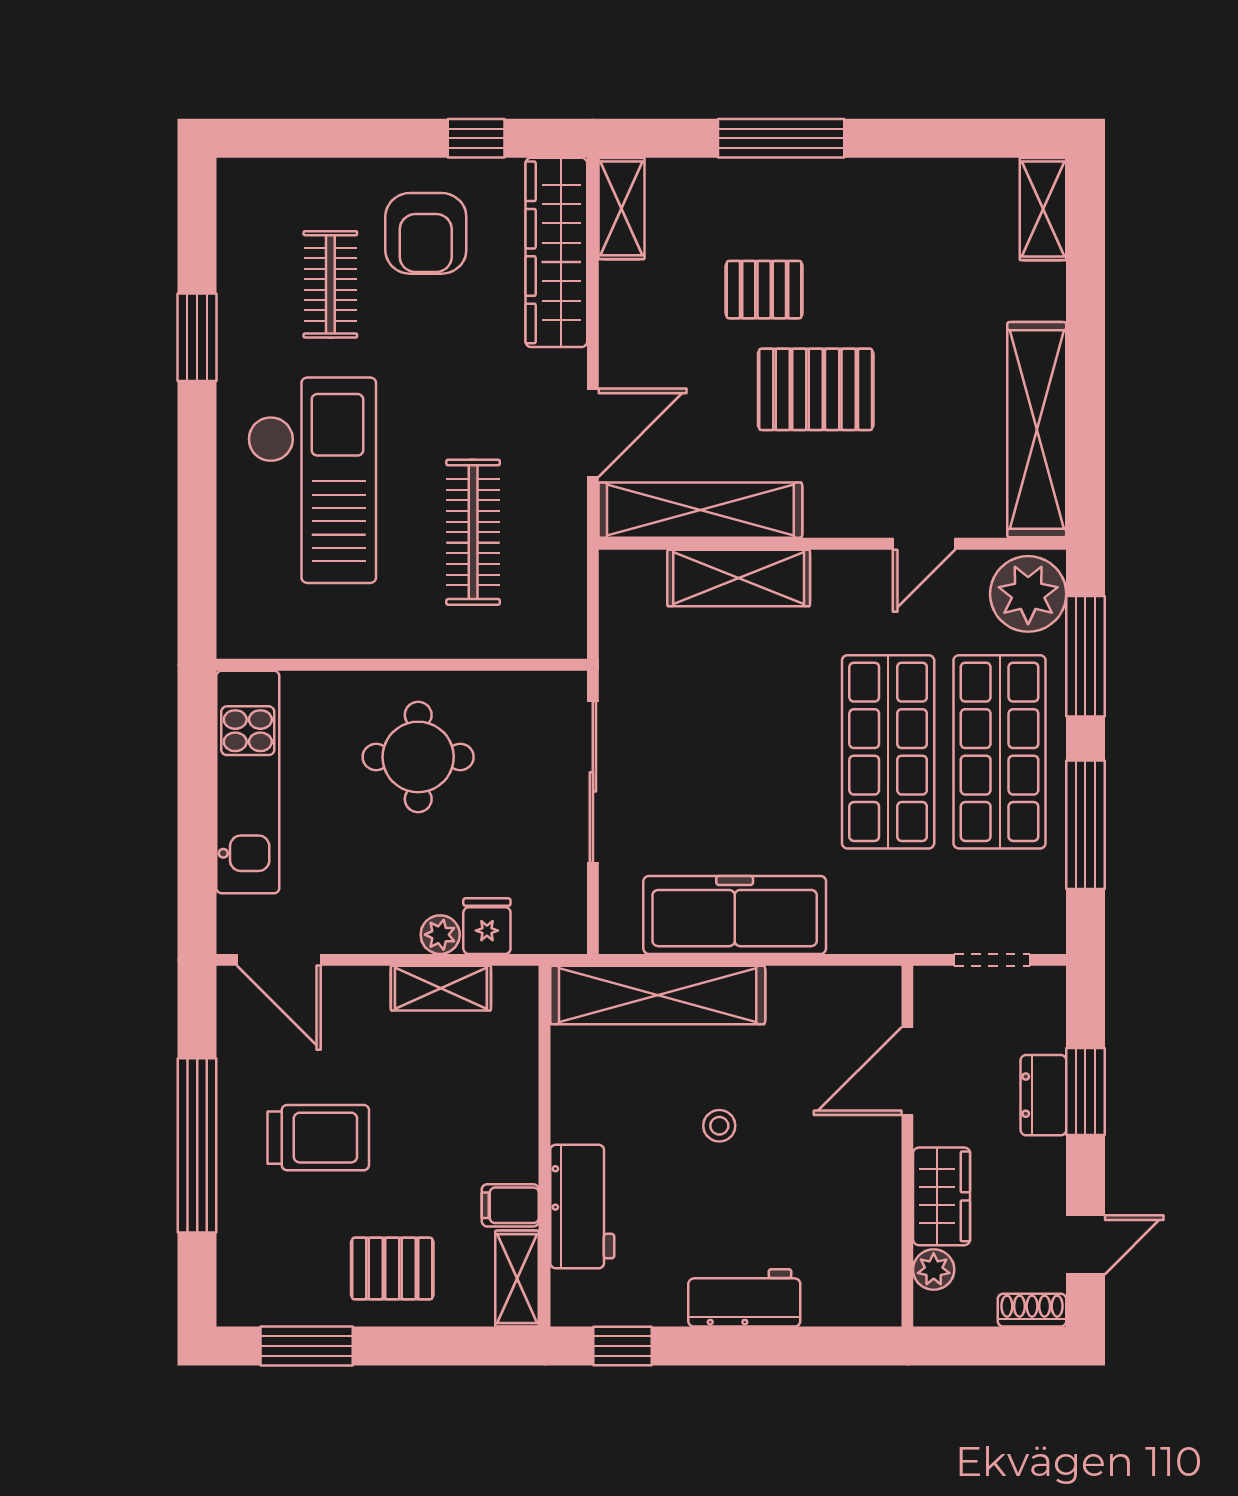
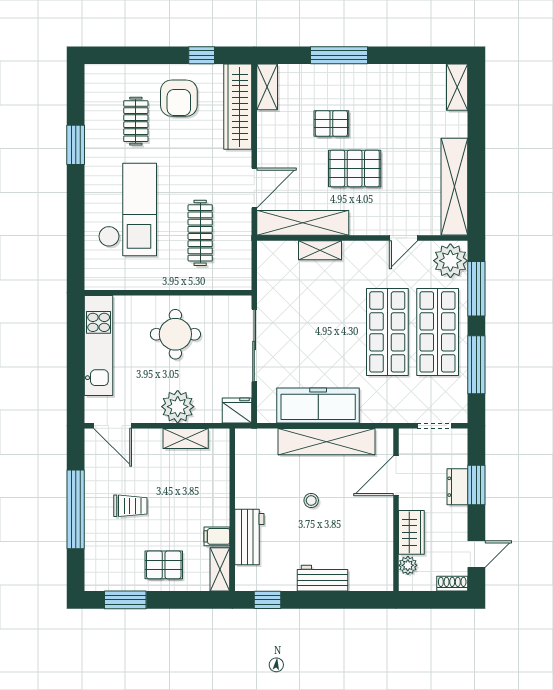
shelving: (739, 578) -> (320, 250), width x0.67, depth x0.75
fridge: (487, 926) -> (237, 410), moved, width x1.38
plant: (440, 935) -> (178, 407), width x1.88, depth x1.88
shelving: (658, 995) -> (327, 442), moved
trolley: (318, 1138) -> (130, 506), width x0.73, depth x0.72

